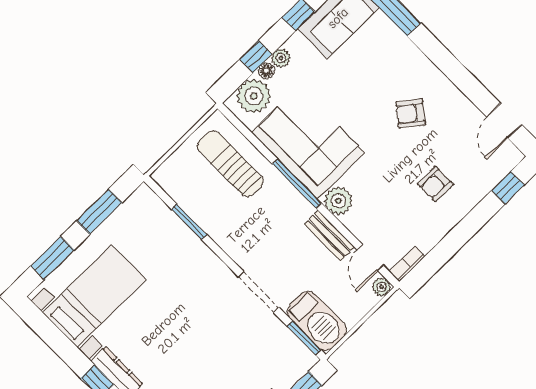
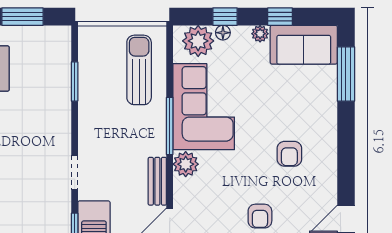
plant: (281, 58) -> (260, 34), moved
armchair: (411, 113) -> (289, 154), turned -128
armchair: (435, 184) -> (260, 216), turned -90
doorway: (259, 292) -> (75, 172), width x0.73

